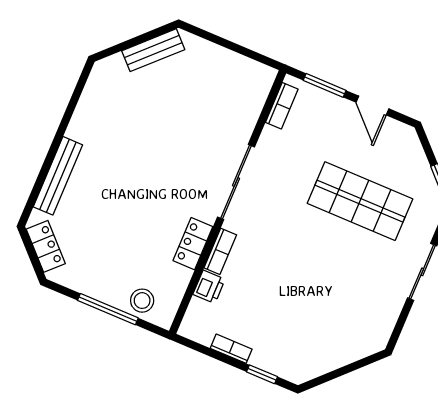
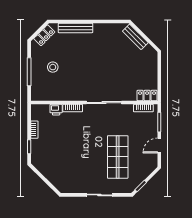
bench: (153, 50) -> (135, 37), moved
locker: (193, 244) -> (147, 96), moved
stool: (142, 301) -> (53, 67), moved

